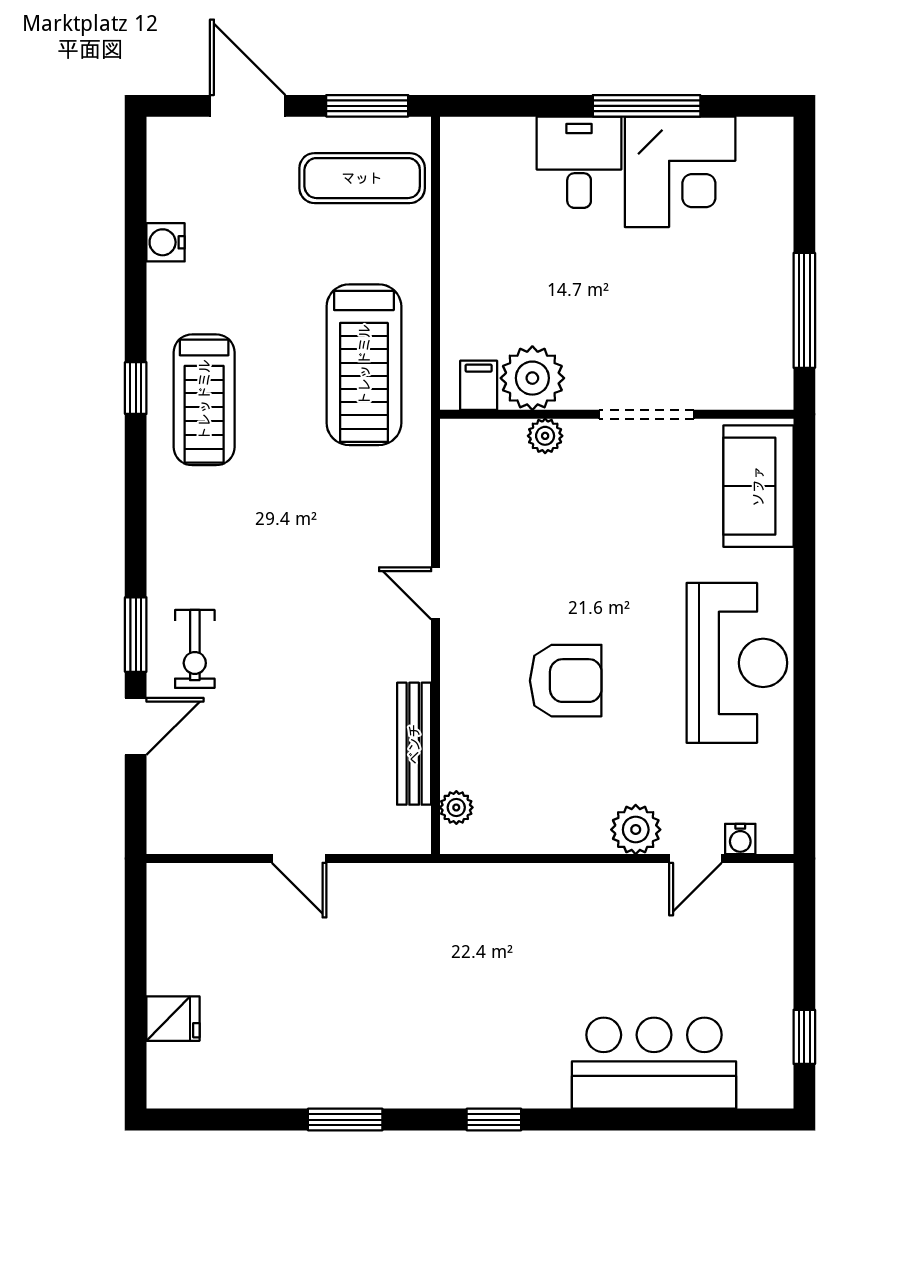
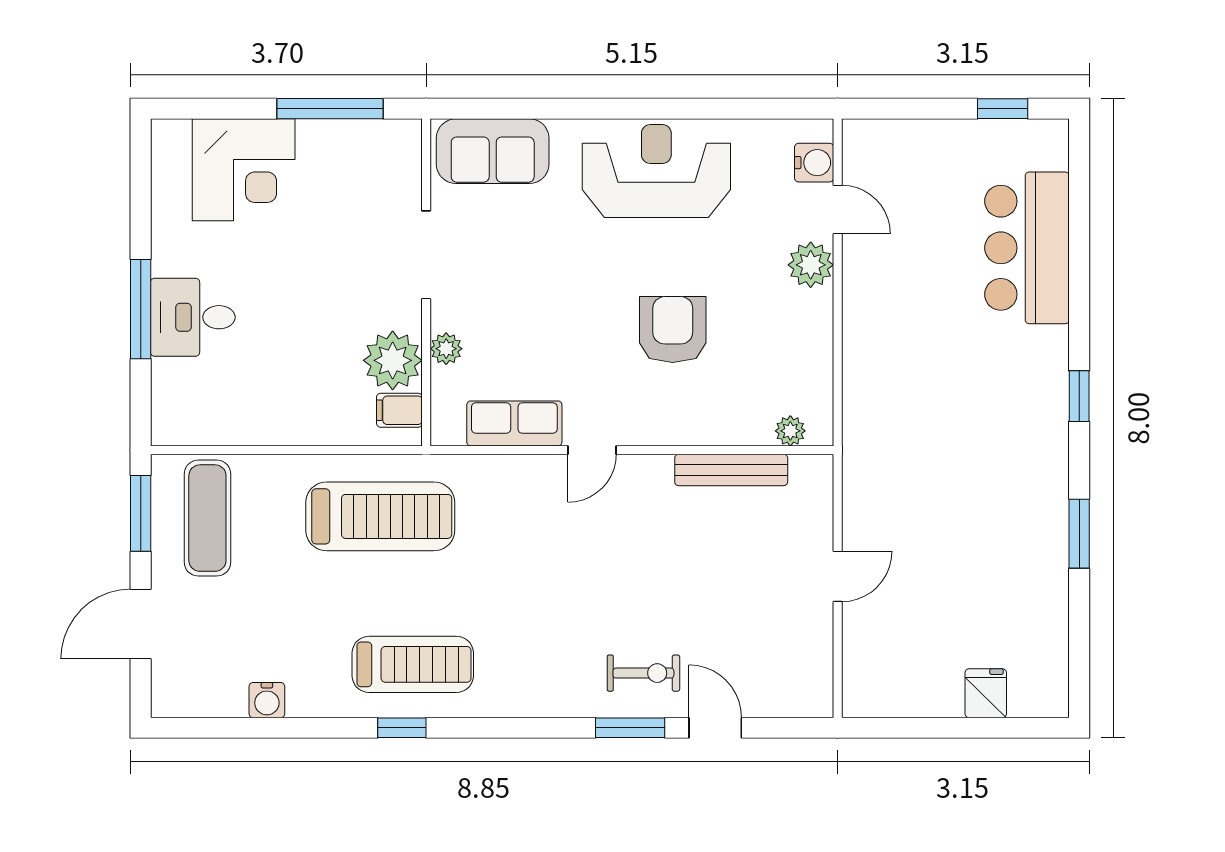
window: (647, 106) -> (141, 309), moved
corner desk: (680, 172) -> (244, 170), moved, turned 90
row of seats: (464, 509) -> (514, 423), added
water cooler: (740, 839) -> (814, 163), width x1.38, depth x1.38

